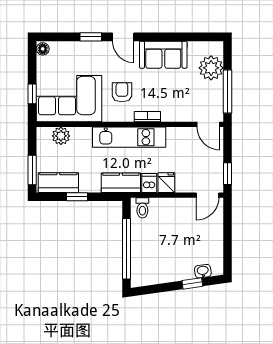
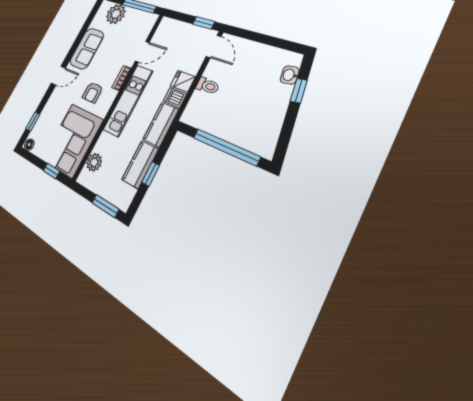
window: (91, 37) -> (33, 122), moved
armchair: (122, 92) -> (93, 92), turned -90
door: (208, 124) -> (142, 52), moved
kitchen counter: (58, 183) -> (140, 164), moved
toilet: (142, 208) -> (208, 86), moved

